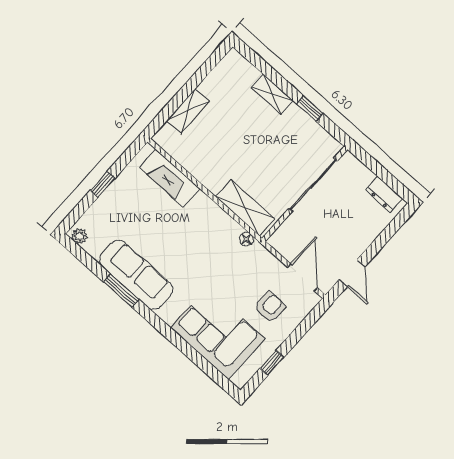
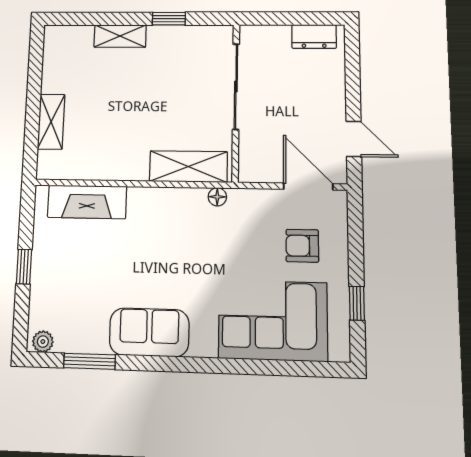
sofa: (136, 275) -> (149, 332), width x0.73
window: (121, 291) -> (90, 361), moved
armchair: (270, 307) -> (302, 246), turned -90

